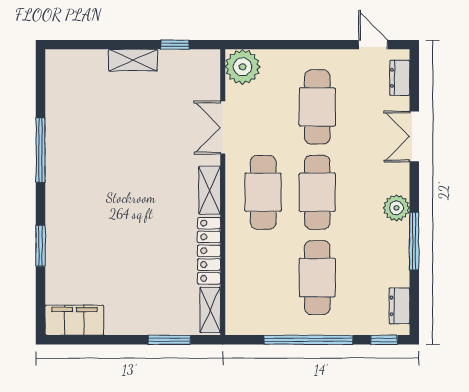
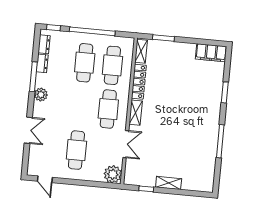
dresser: (400, 78) -> (42, 63), moved
cafe table: (317, 192) -> (112, 65), moved

